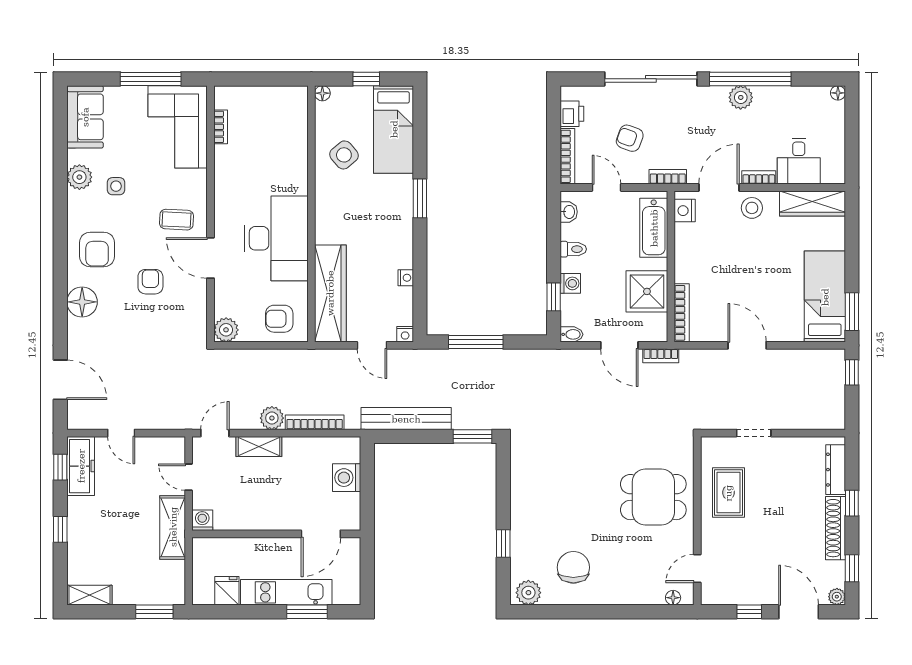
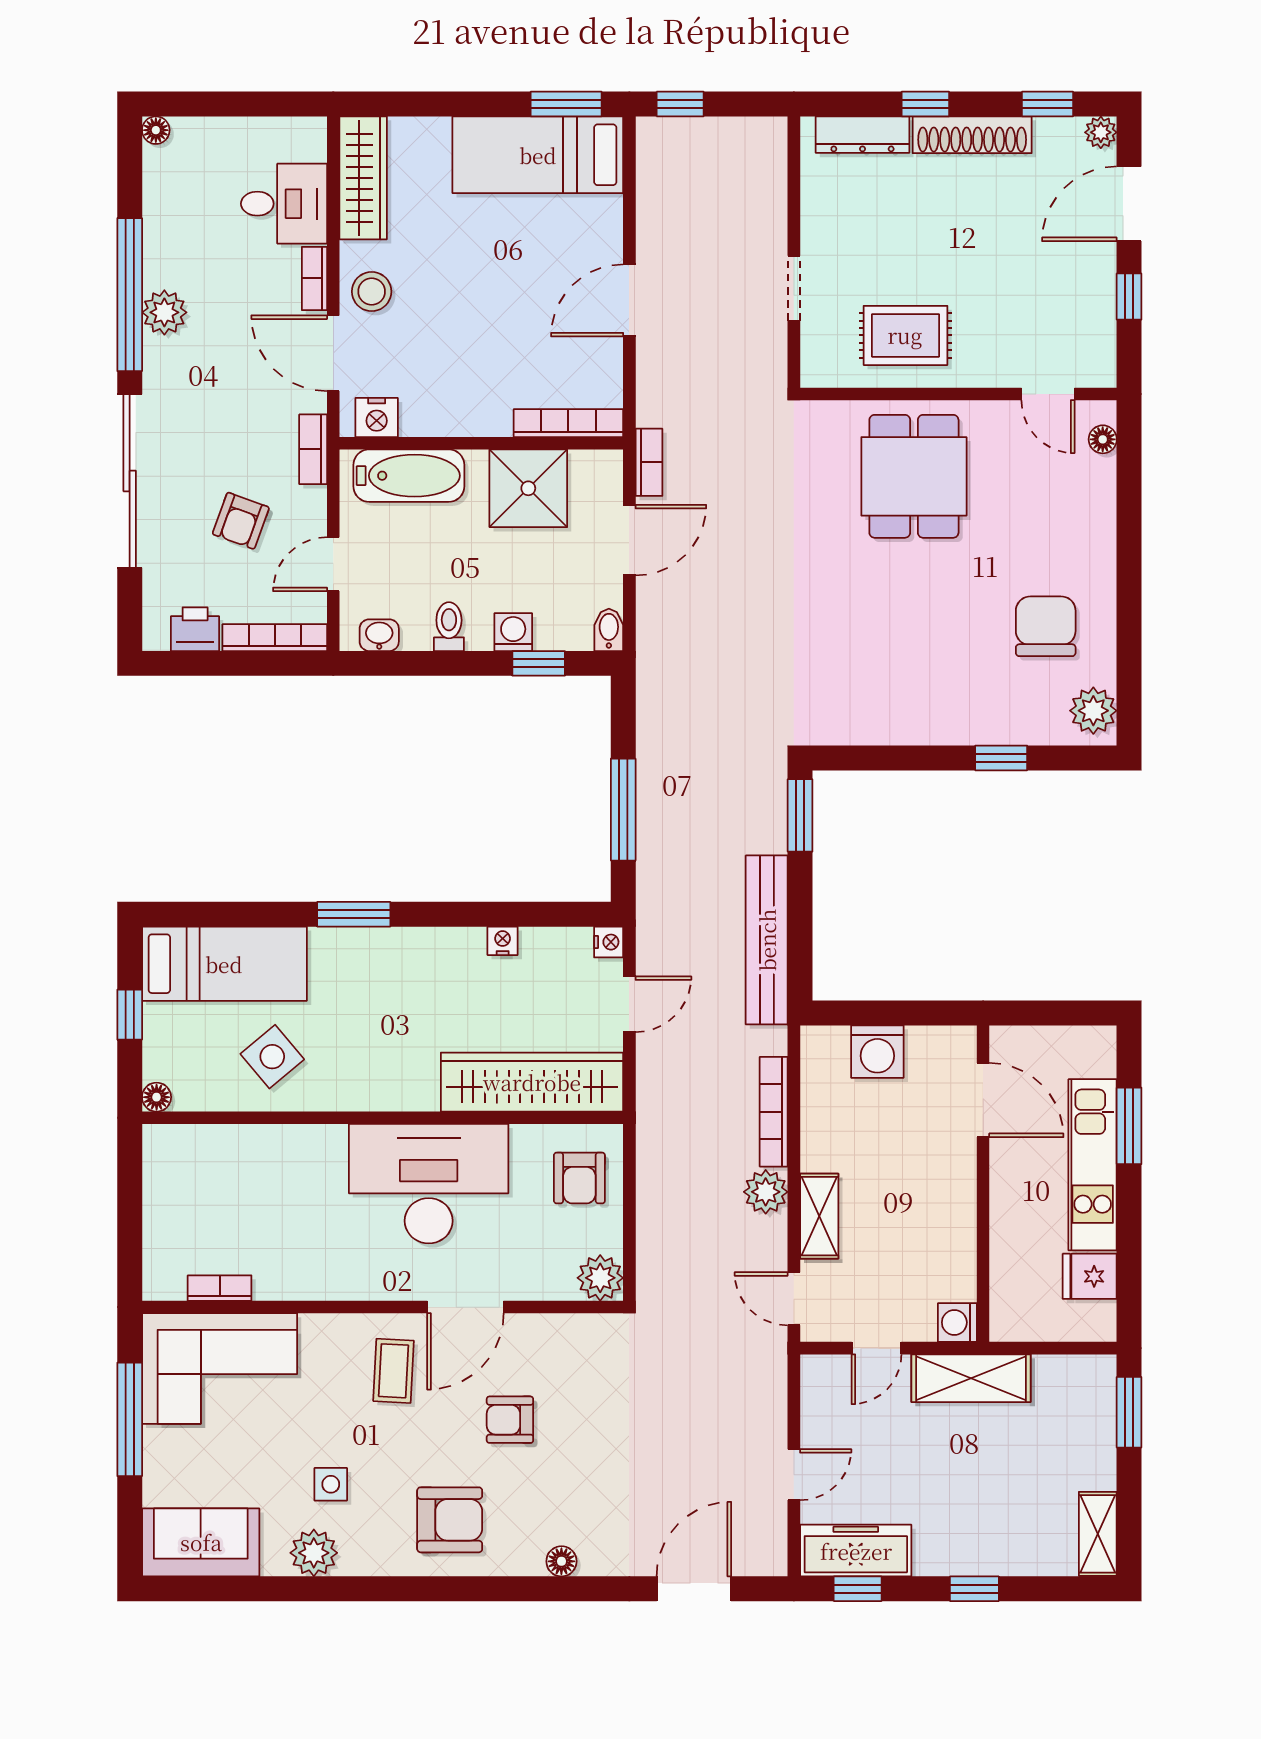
floor lamp: (82, 302) -> (561, 1561), width x0.53, depth x0.53
chair: (573, 567) -> (1046, 626), turned 90

